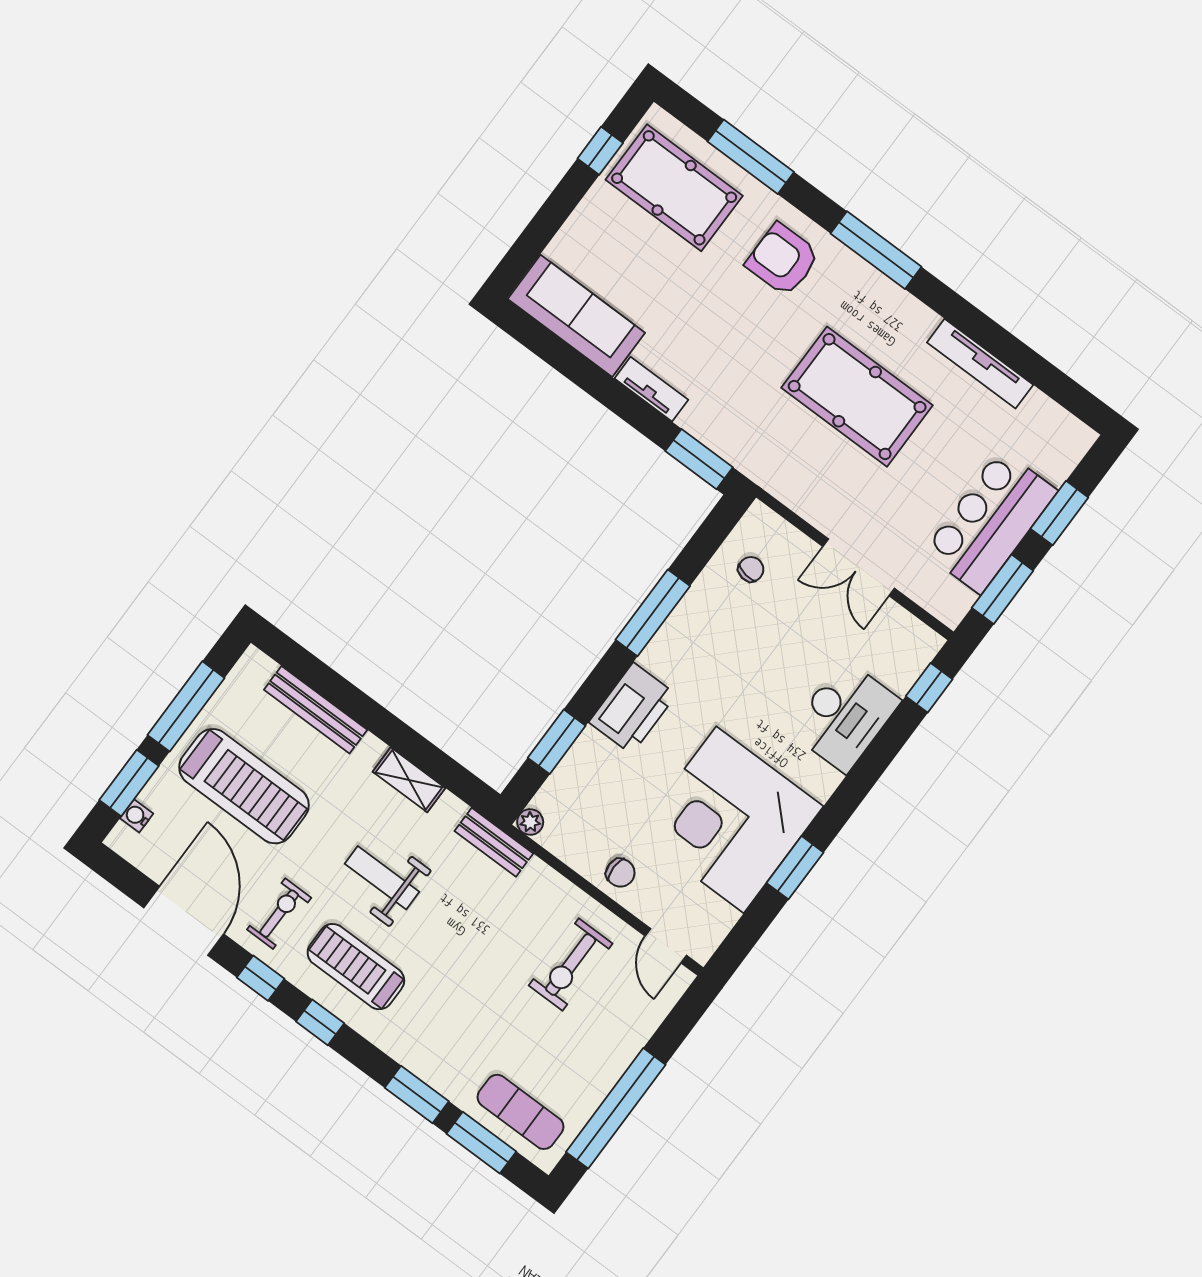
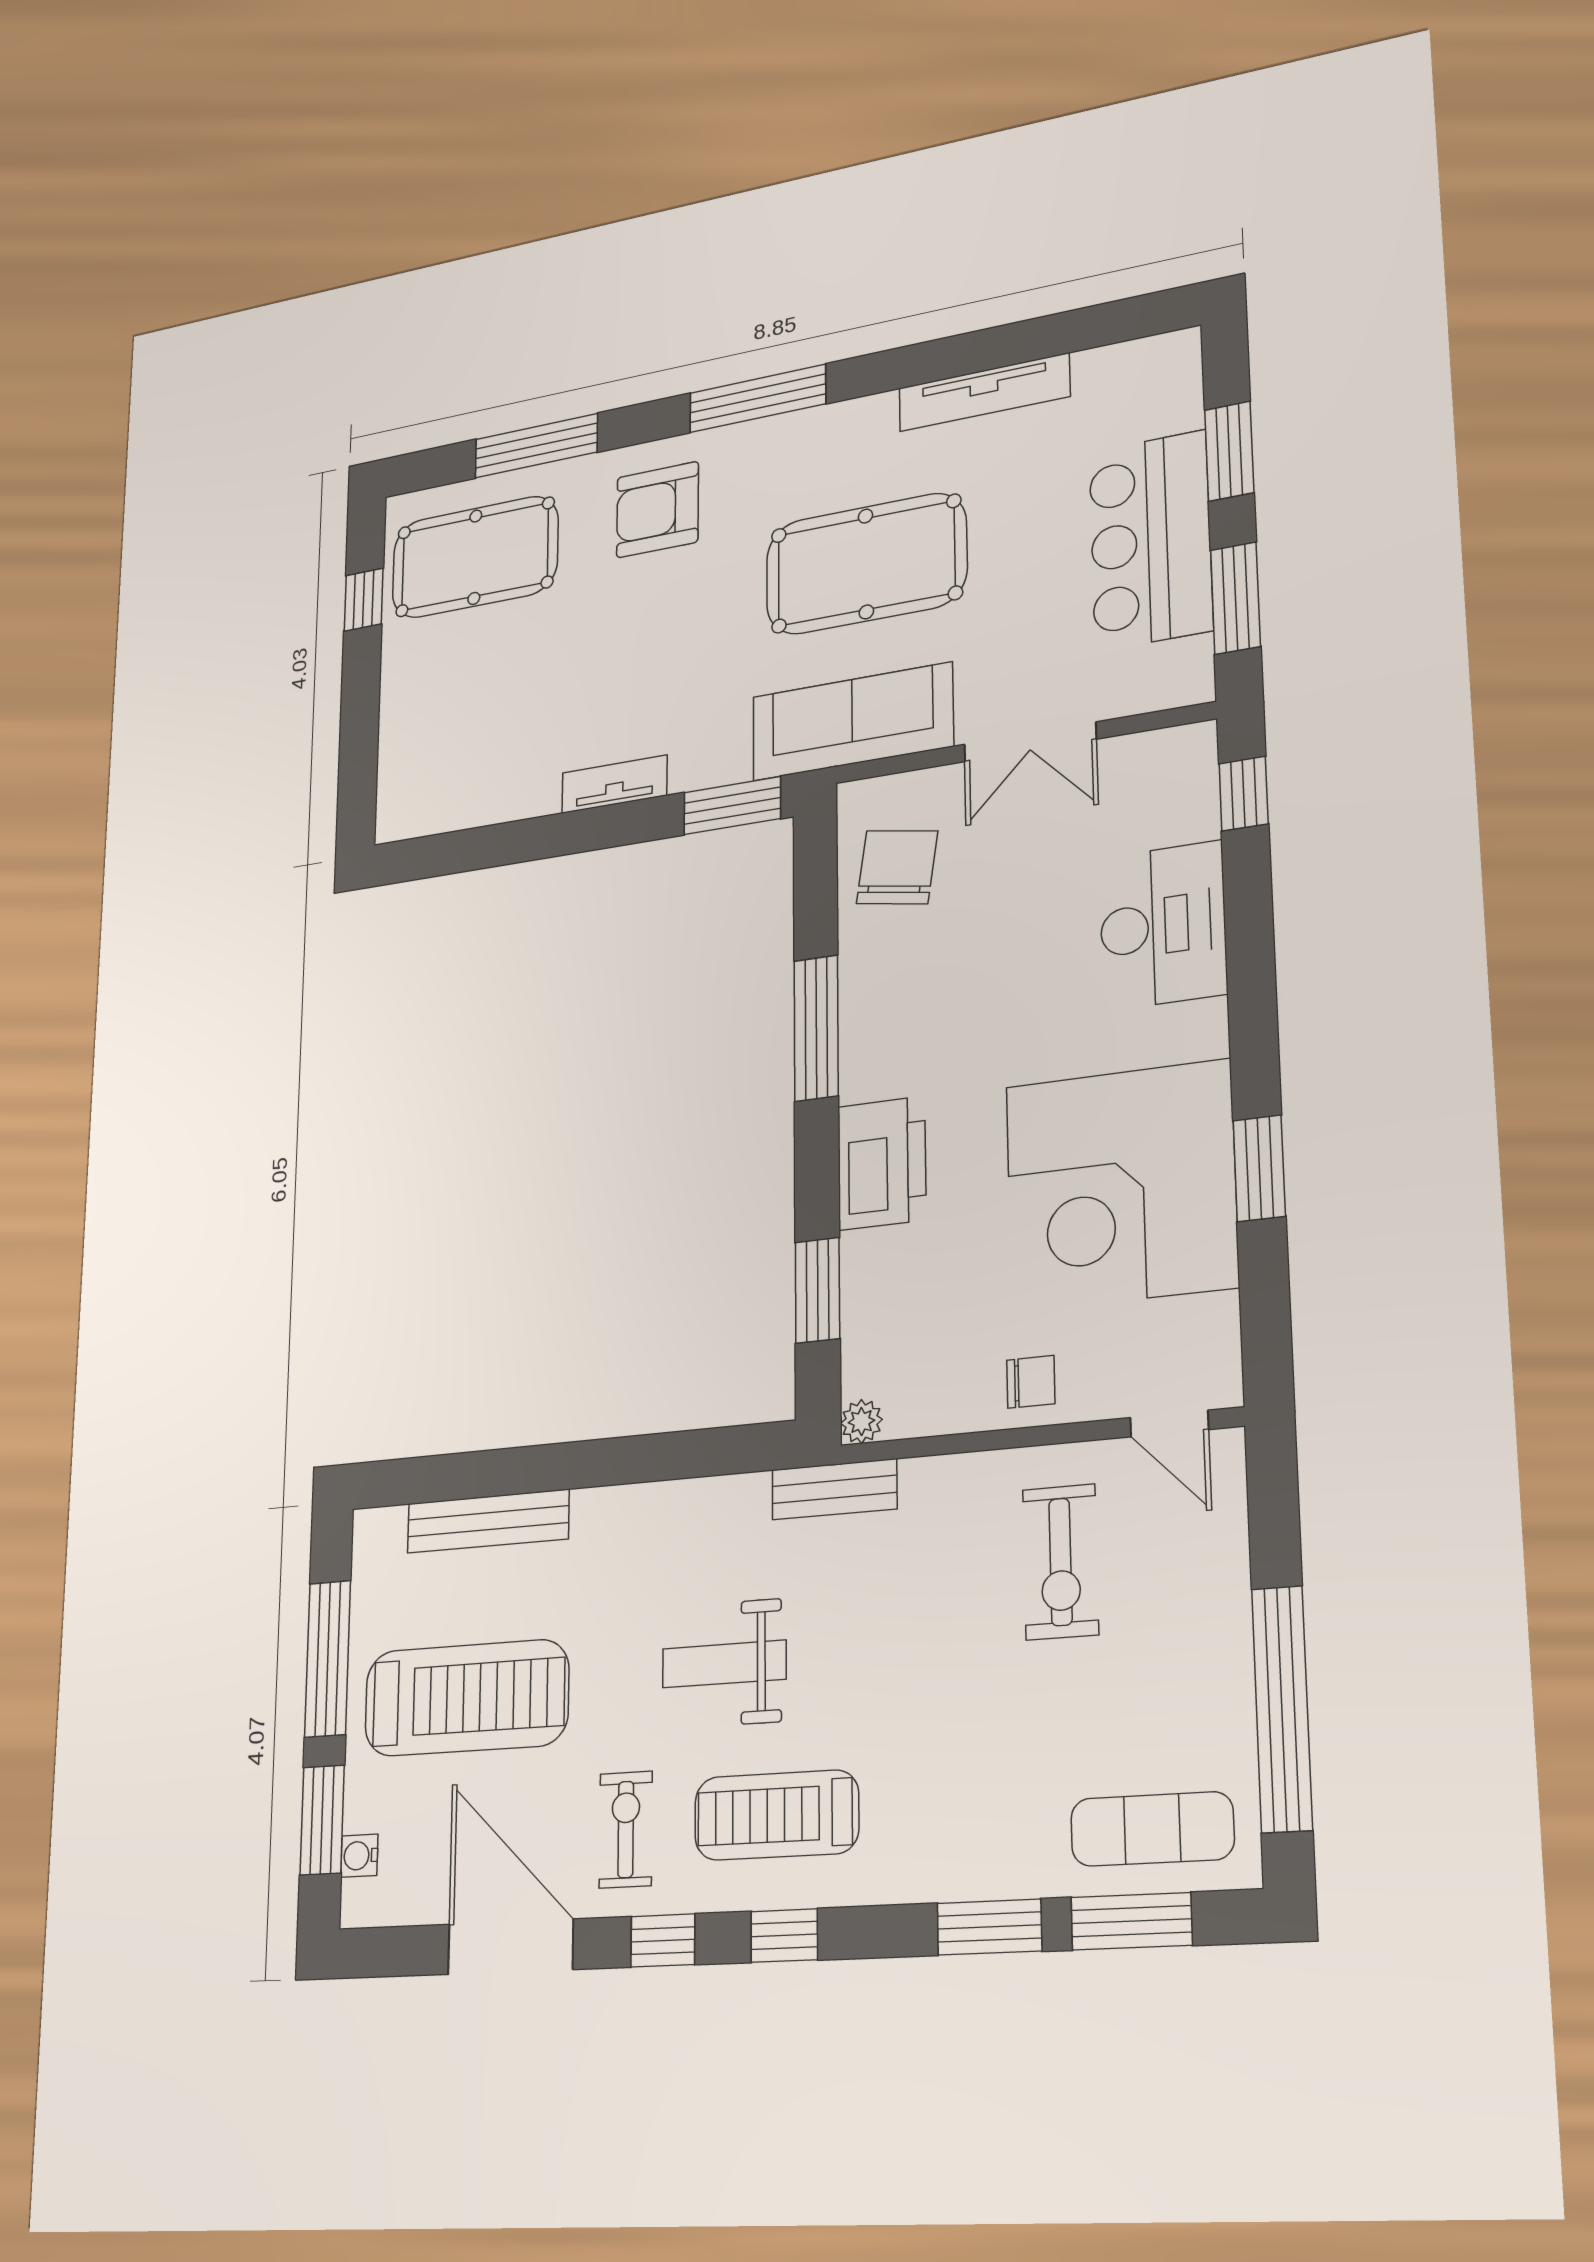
sofa: (576, 316) -> (852, 722), moved
chair: (751, 569) -> (897, 867), width x1.87, depth x1.87
shelving: (409, 780) -> (667, 1506), removed

